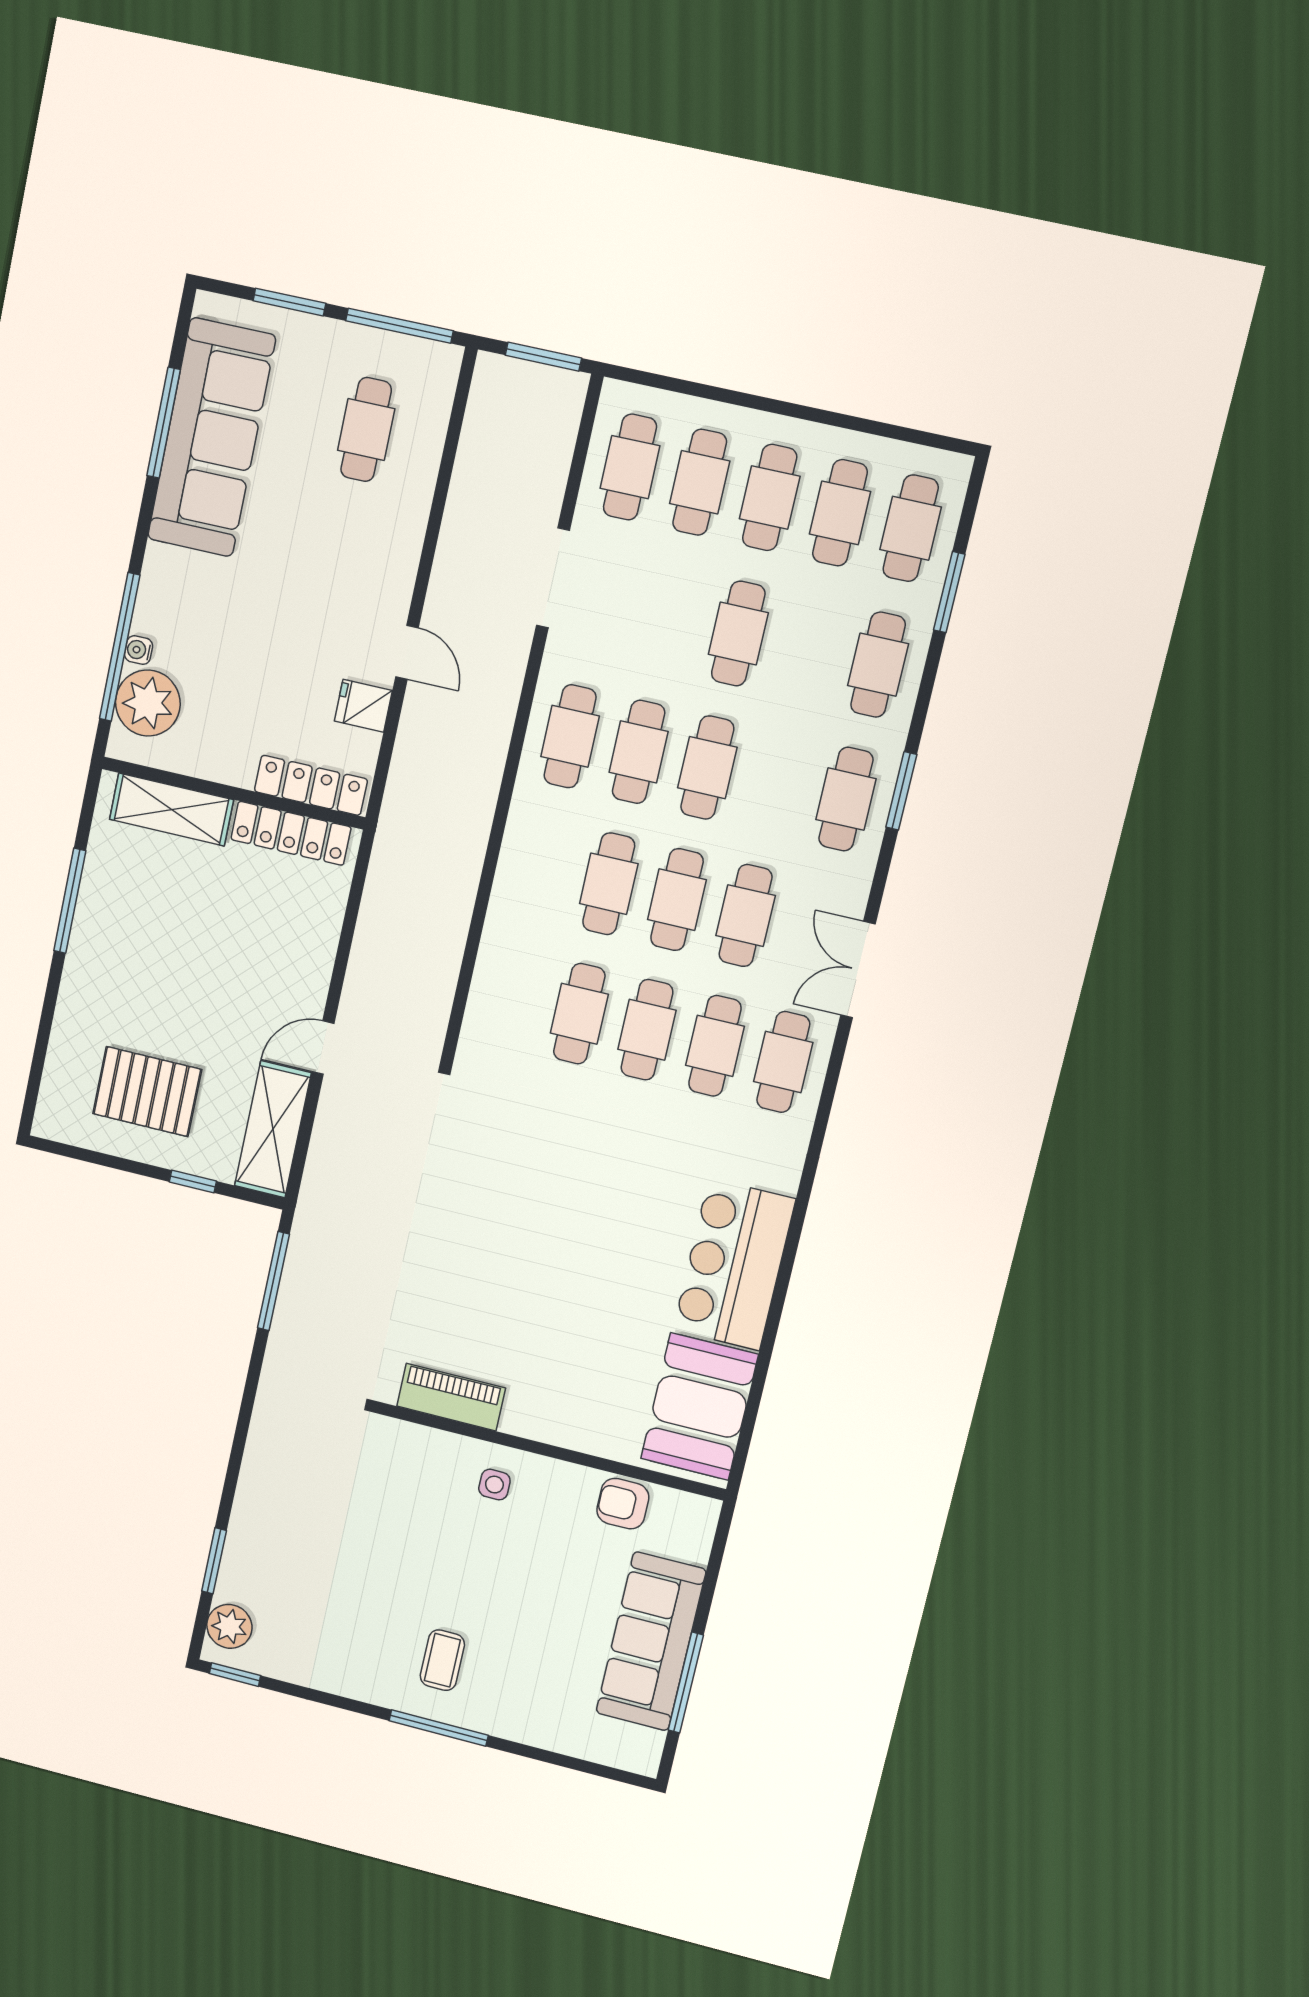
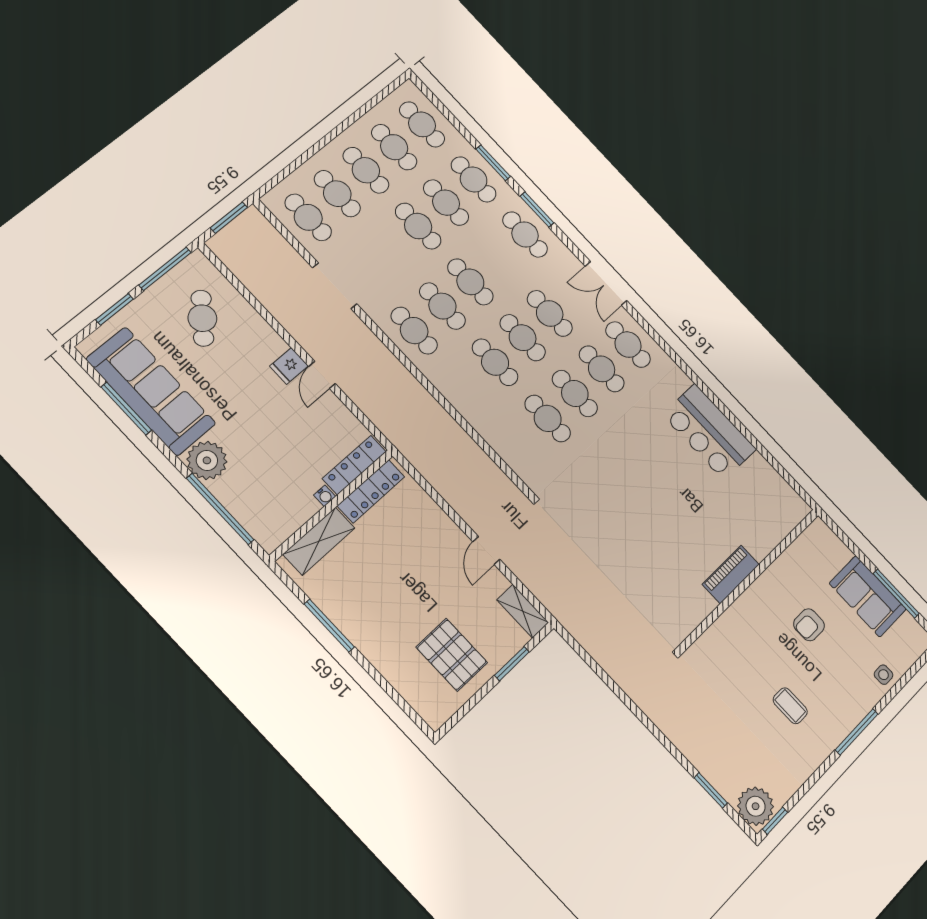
cafe table: (366, 430) -> (202, 318), turned 39
window: (949, 592) -> (493, 163), moved
cafe table: (808, 649) -> (446, 203), added
water cooler: (139, 650) -> (325, 496), moved, turned -90
door: (407, 652) -> (322, 375), swing flipped
plant: (148, 703) -> (207, 460), moved
fridge: (363, 706) -> (289, 366), moved
pallet: (147, 1092) -> (452, 655), turned 90
shelving: (273, 1129) -> (523, 611), width x0.67, depth x0.75
window: (193, 1182) -> (512, 664), width x1.50
window: (273, 1281) -> (587, 658), removed
piano: (451, 1397) -> (731, 574), moved
booth: (699, 1407) -> (767, 495), removed
side table: (494, 1485) -> (884, 675), moved
armchair: (623, 1504) -> (809, 625), moved
plant: (229, 1626) -> (756, 806), width x1.36, depth x1.36
sofa: (651, 1641) -> (868, 596), width x0.73
coffee table: (442, 1660) -> (790, 706), moved

